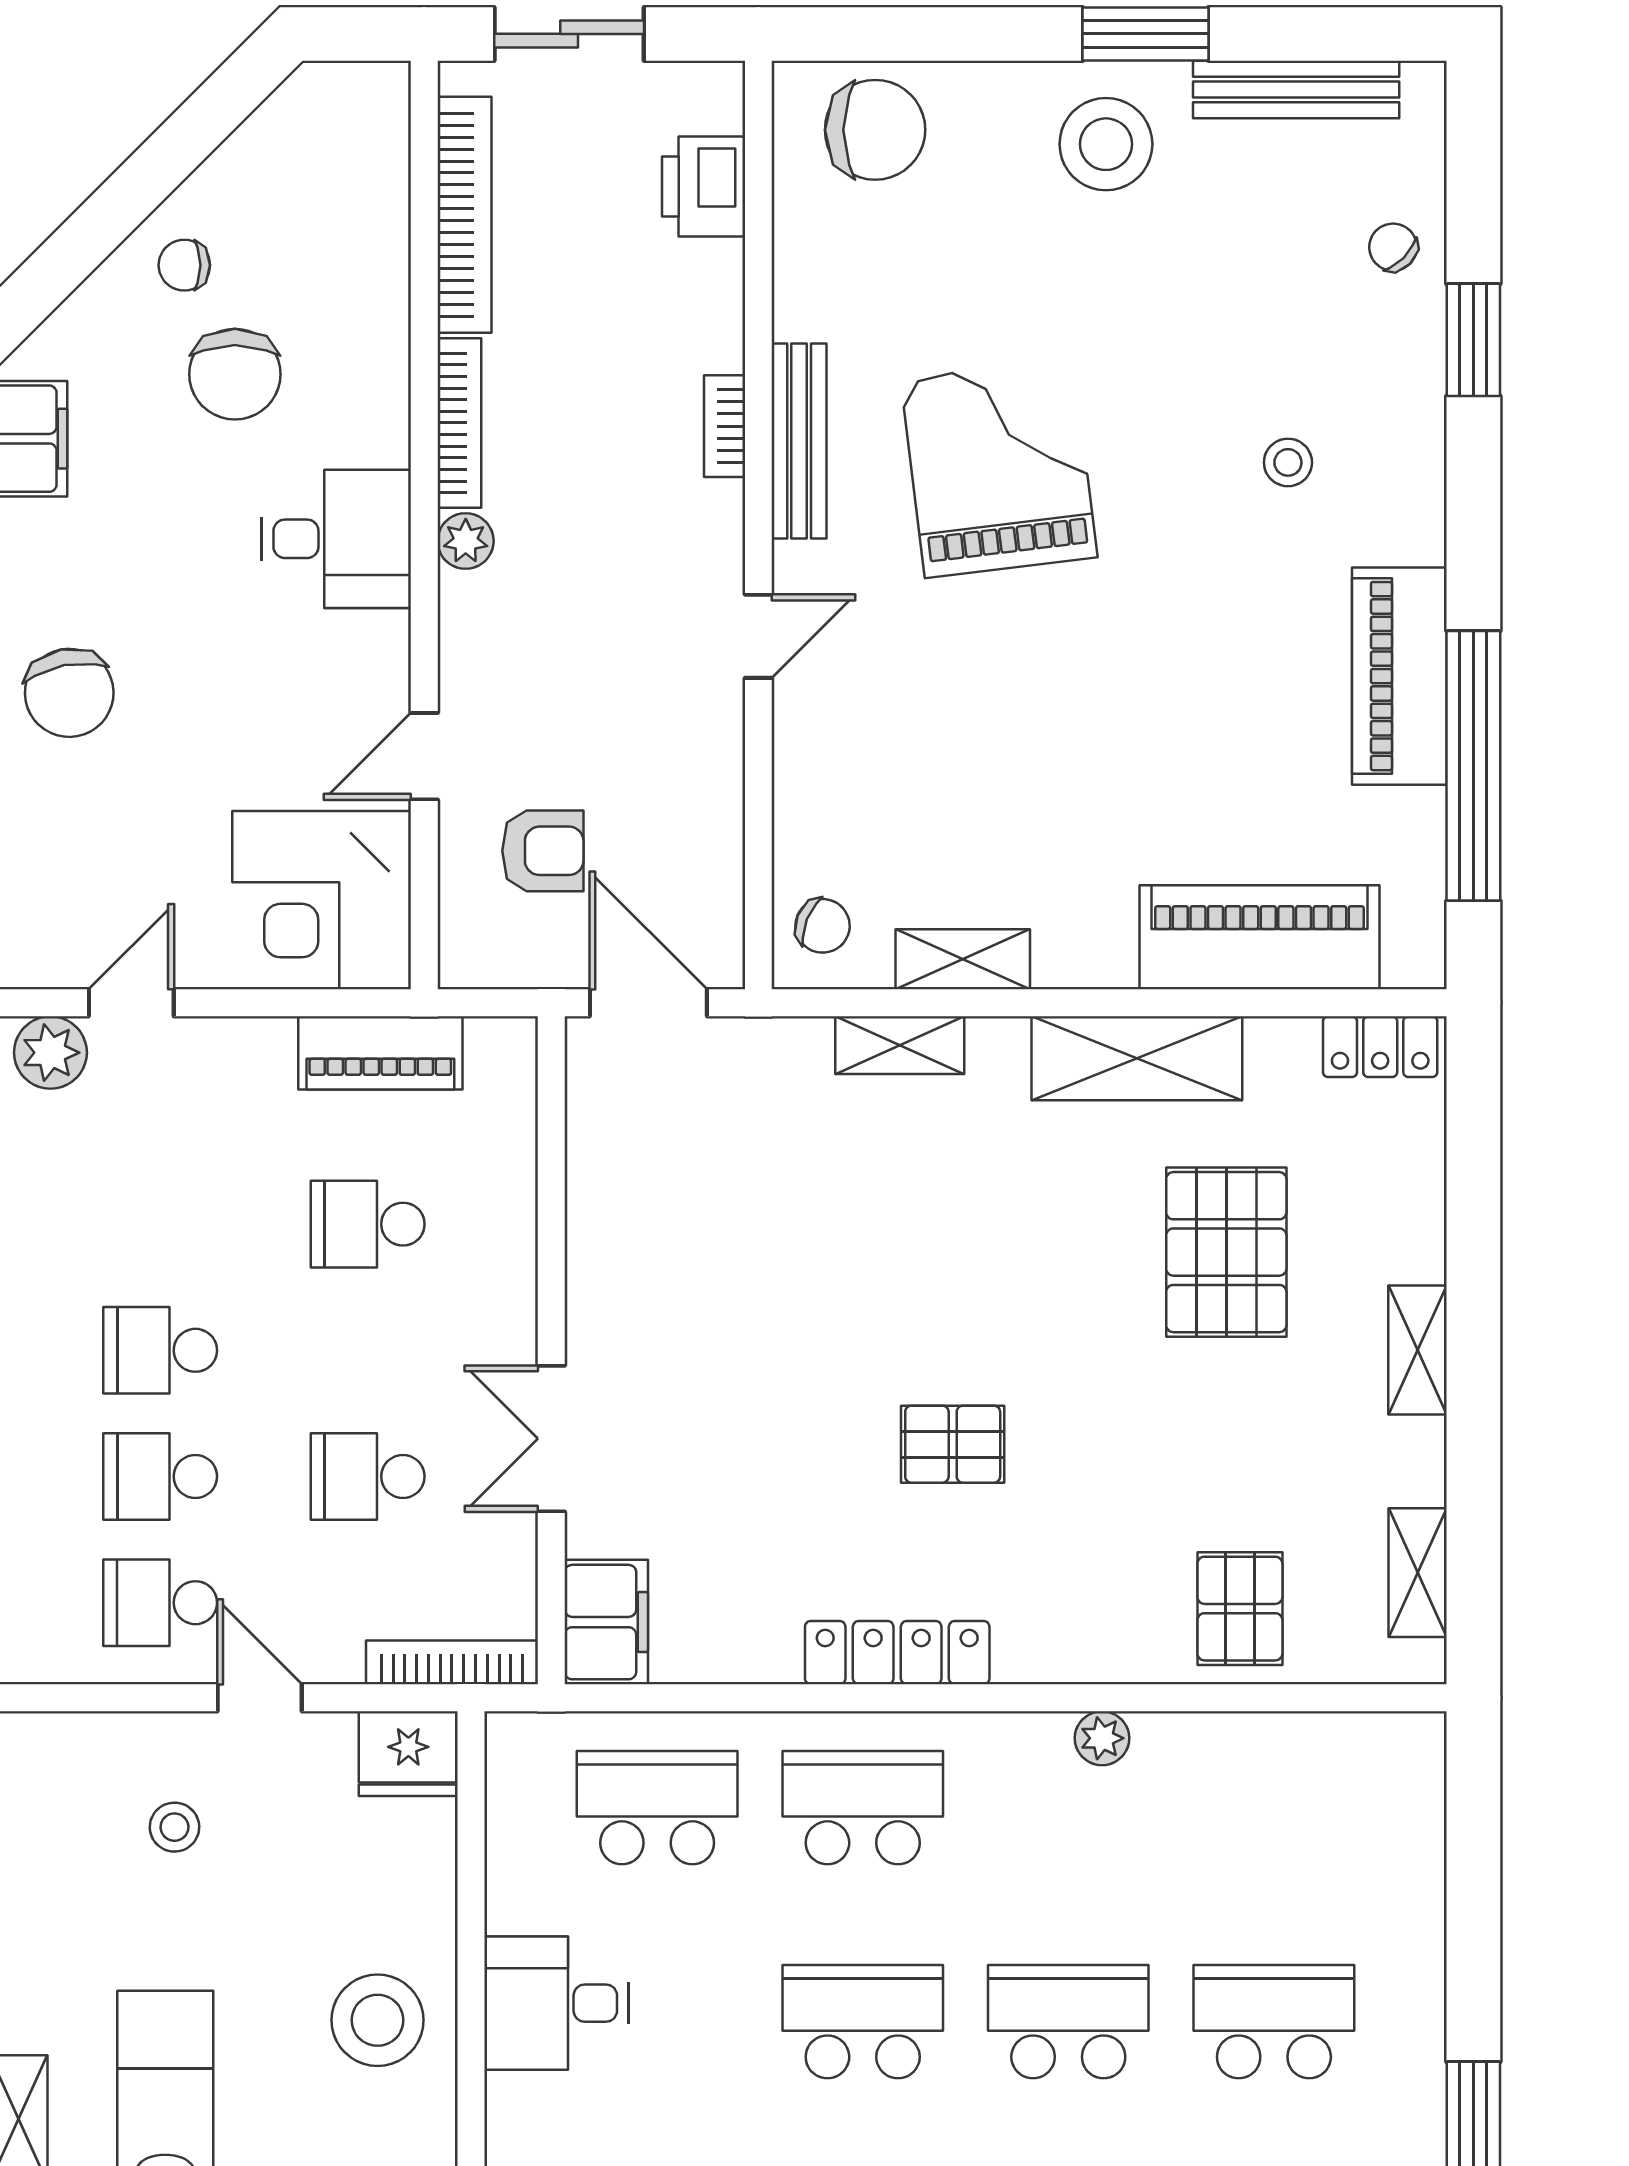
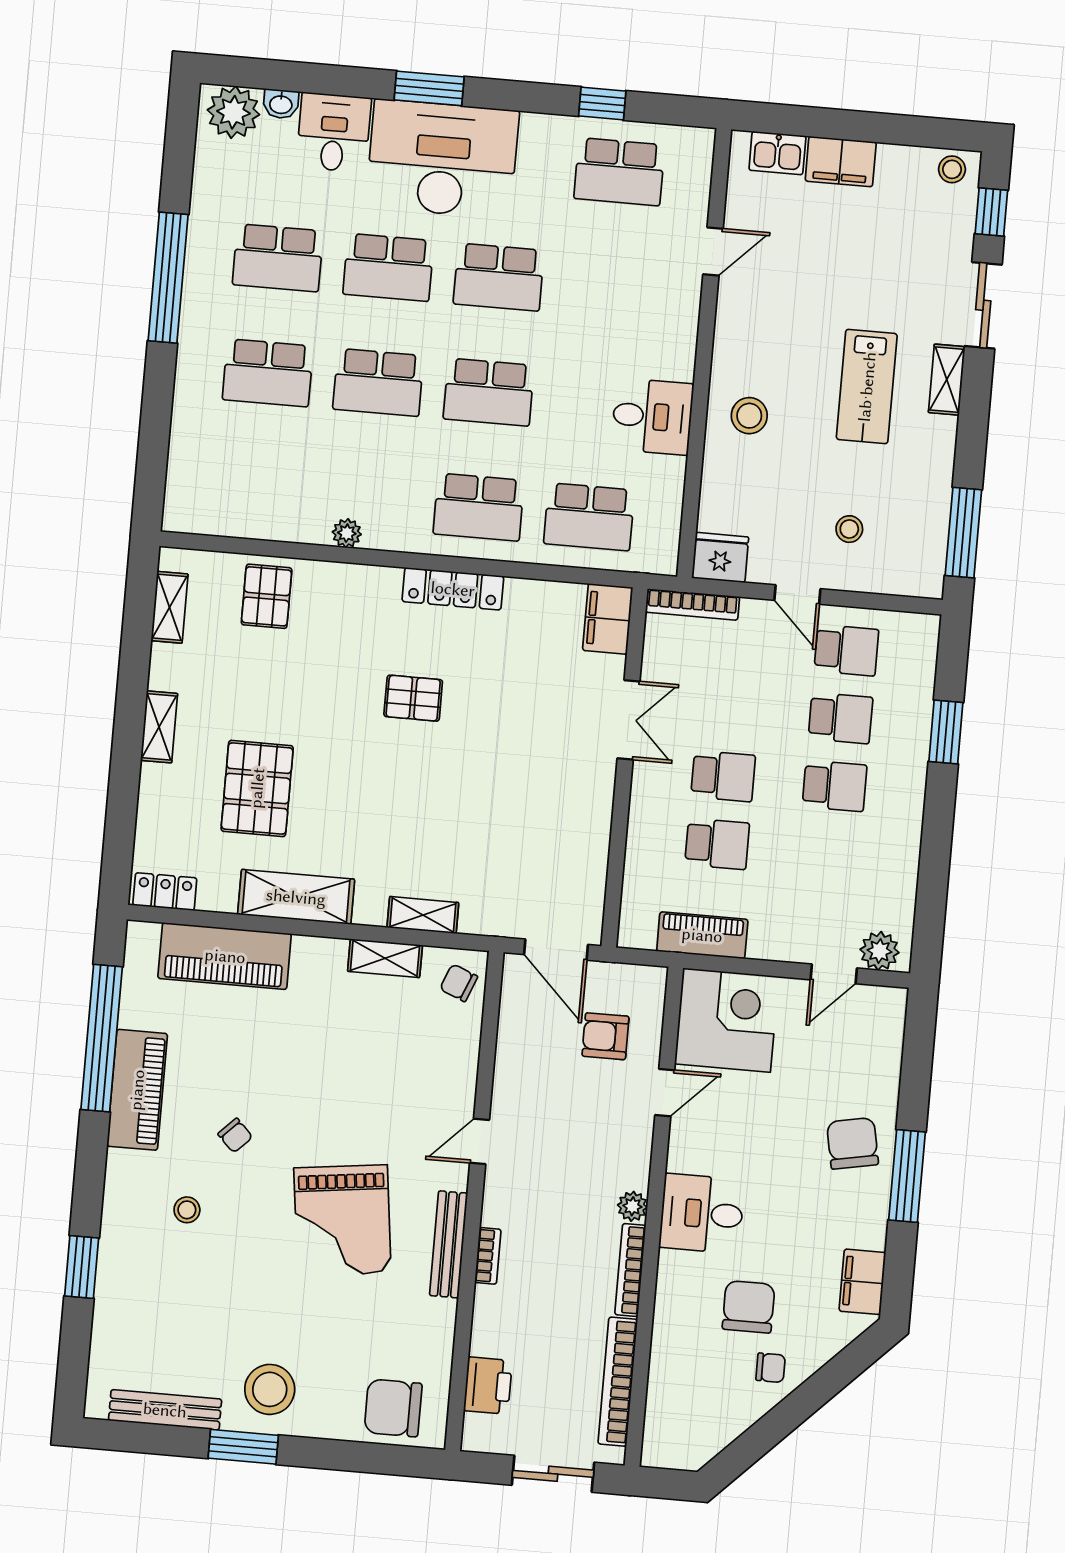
chair: (1393, 247) -> (235, 1135), moved
school desk: (368, 1476) -> (723, 776), moved
stool: (378, 2020) -> (749, 416), width x0.73, depth x0.73

